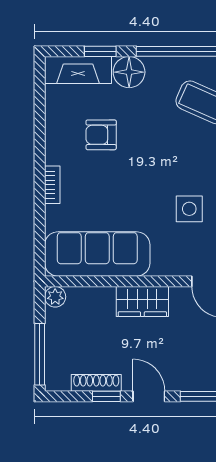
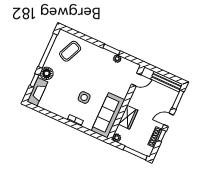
armchair: (101, 135) -> (65, 94), removed
side table: (189, 209) -> (84, 98), moved
wardrobe: (142, 301) -> (128, 117), moved

